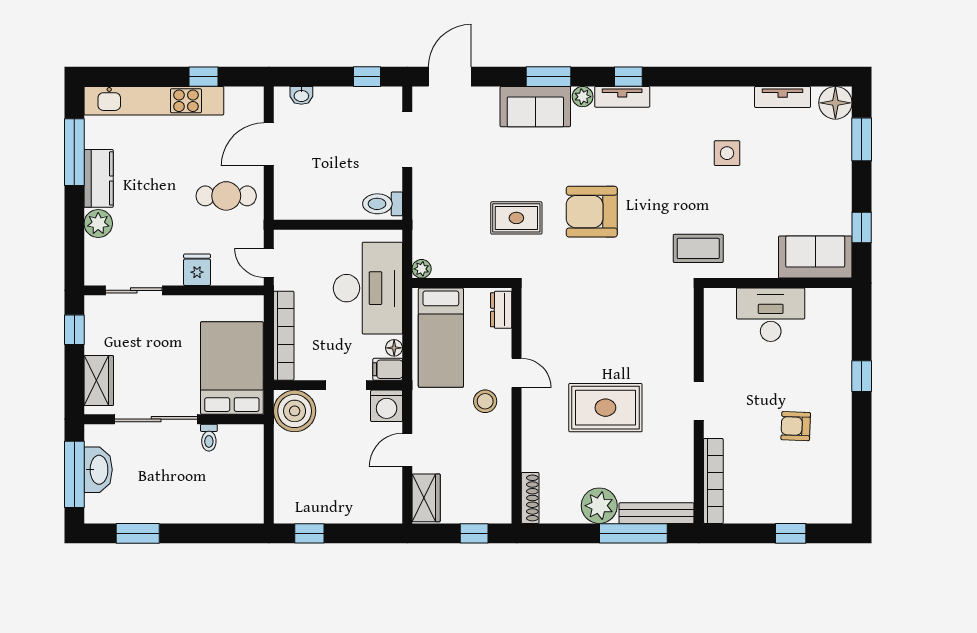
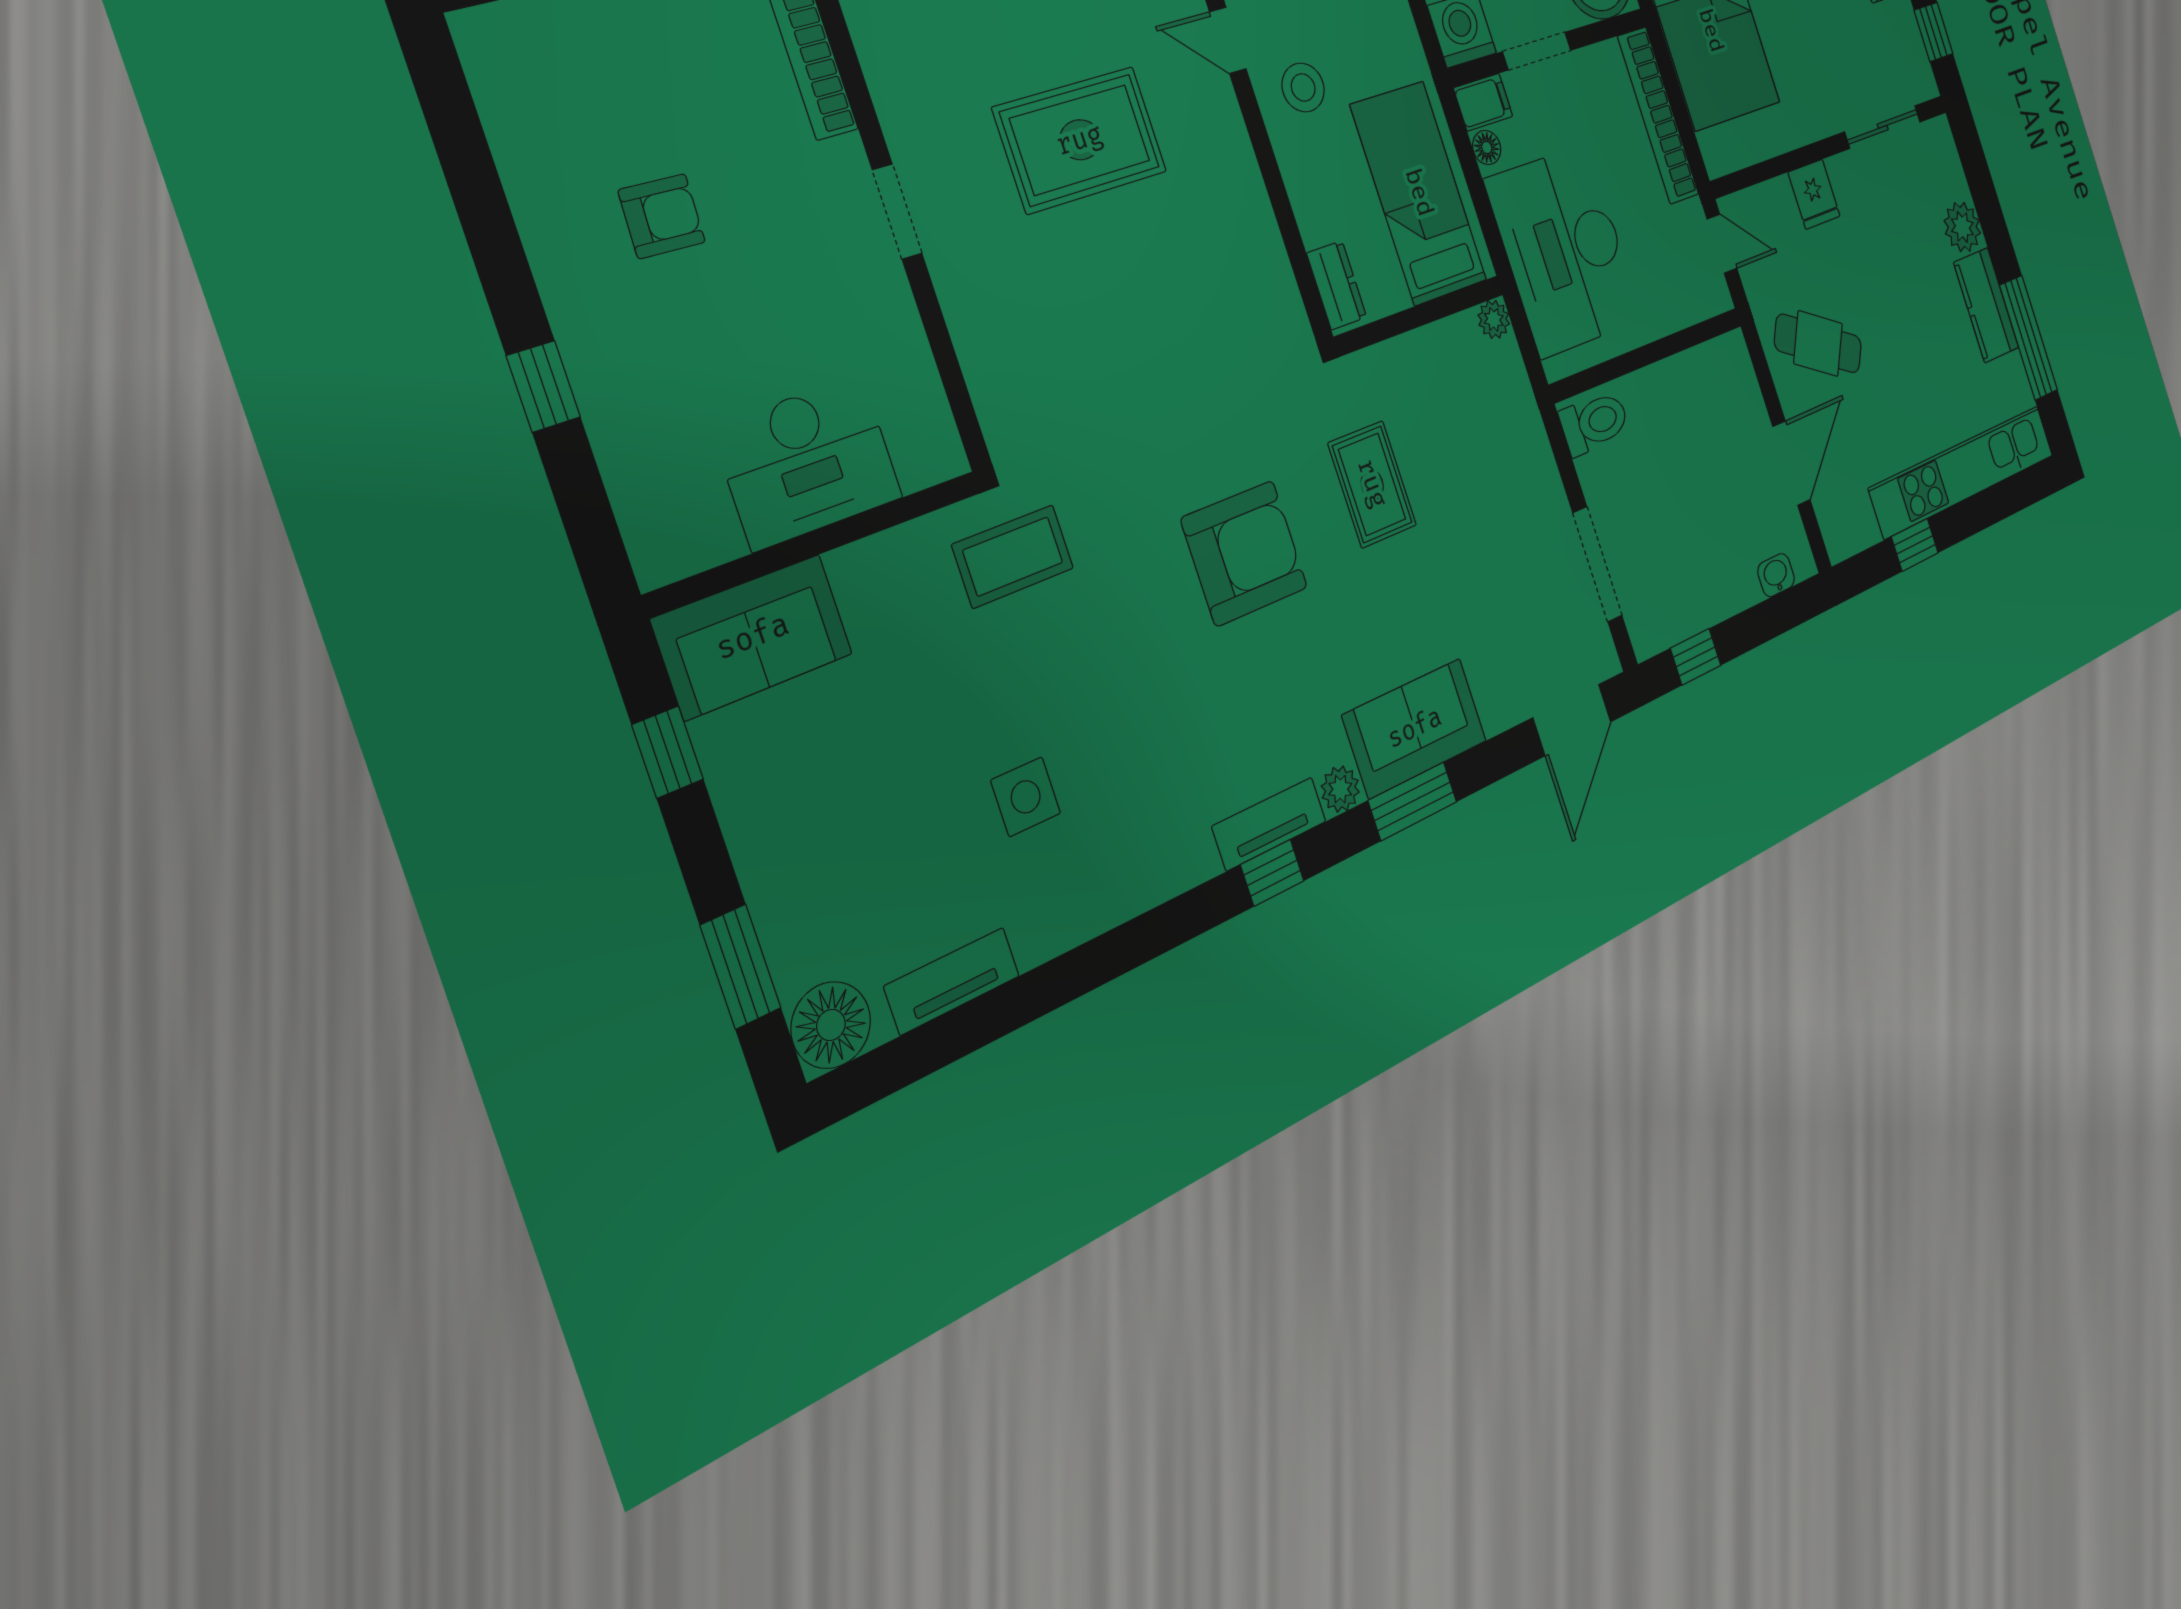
cafe table: (226, 196) -> (1818, 343), turned 30
rug: (516, 218) -> (1372, 484), turned 90
door: (517, 373) -> (1228, 40), moved

